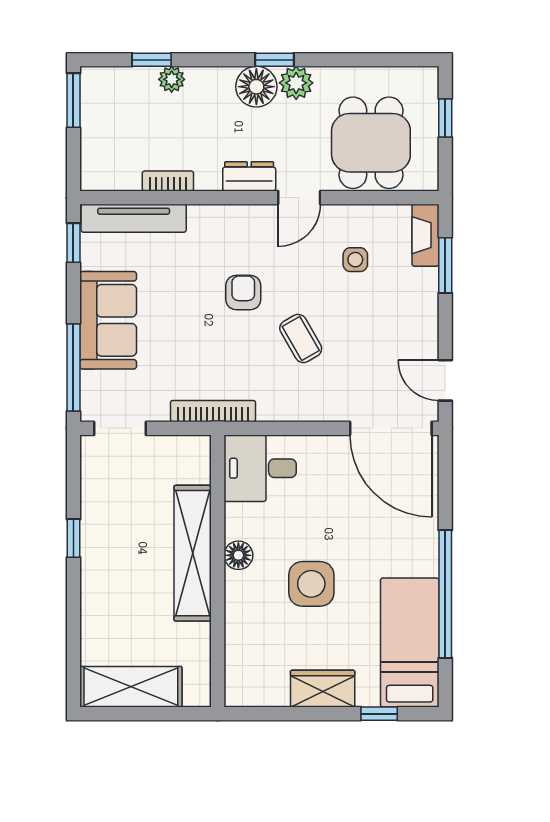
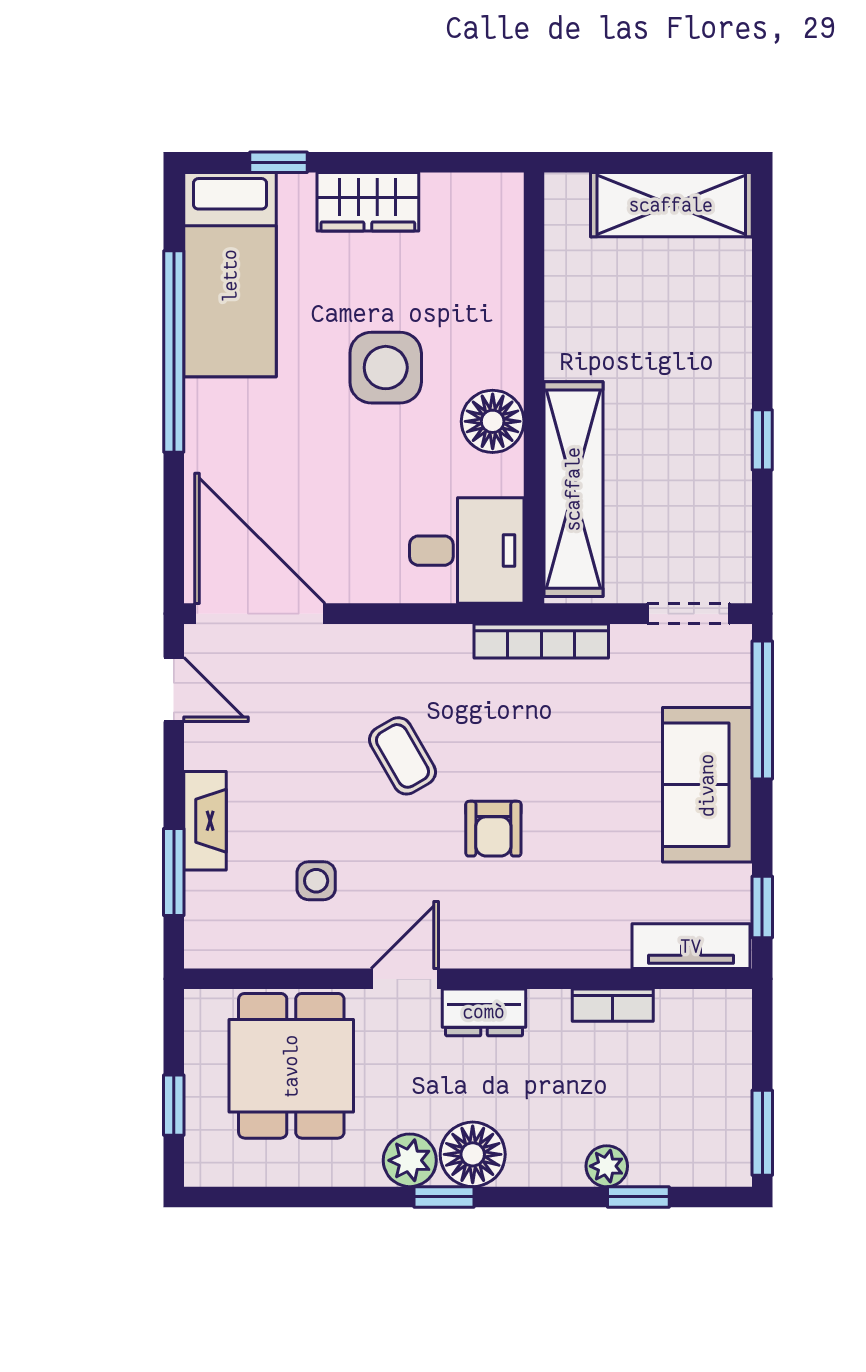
tv unit: (134, 218) -> (691, 946), width x0.71
fireplace: (425, 235) -> (205, 821), moved
shelving: (193, 553) -> (573, 489), moved
floor lamp: (238, 555) -> (493, 421), width x1.38, depth x1.38

